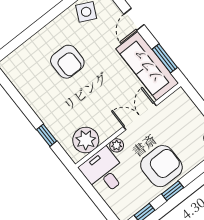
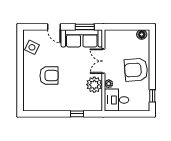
plant: (86, 140) -> (94, 85), moved
armchair: (161, 166) -> (136, 70), turned -94
window: (173, 191) -> (152, 74), removed

